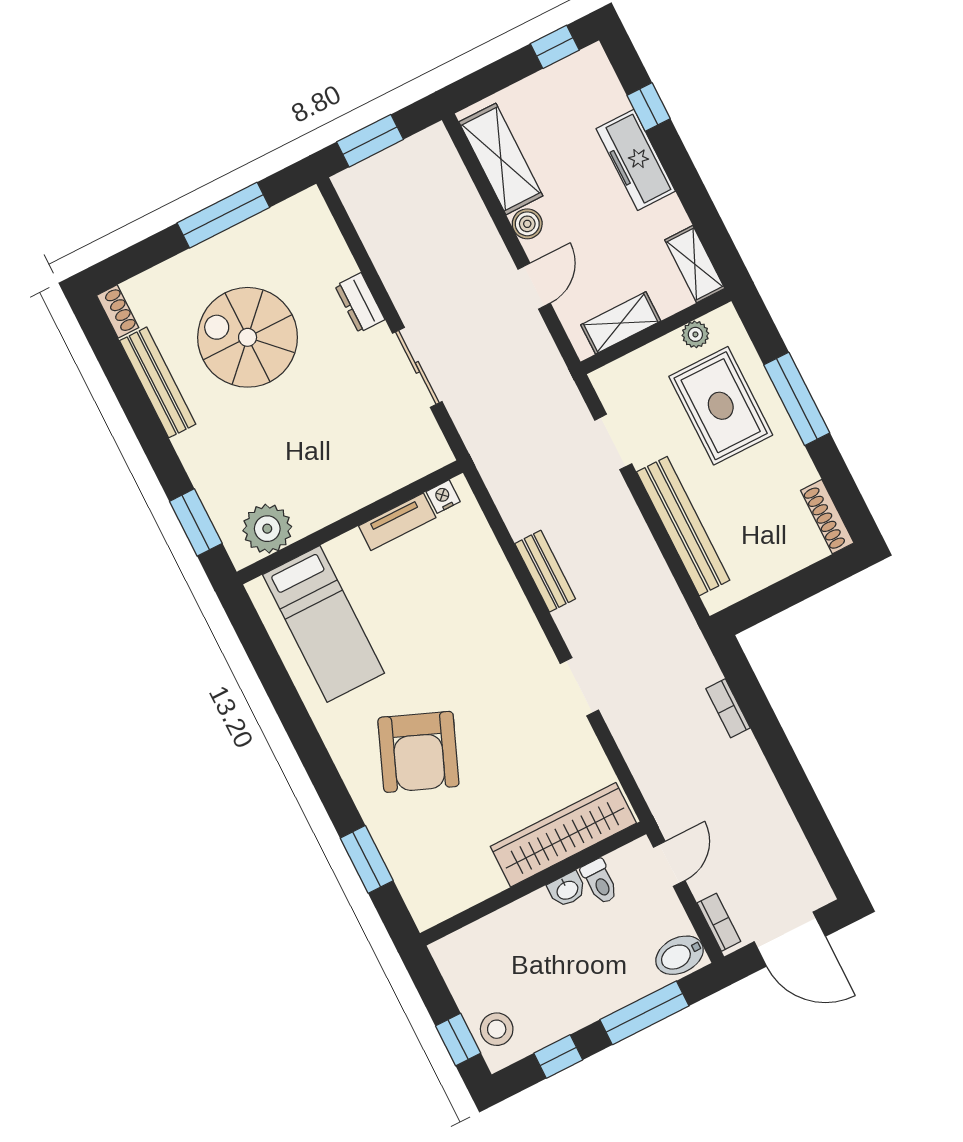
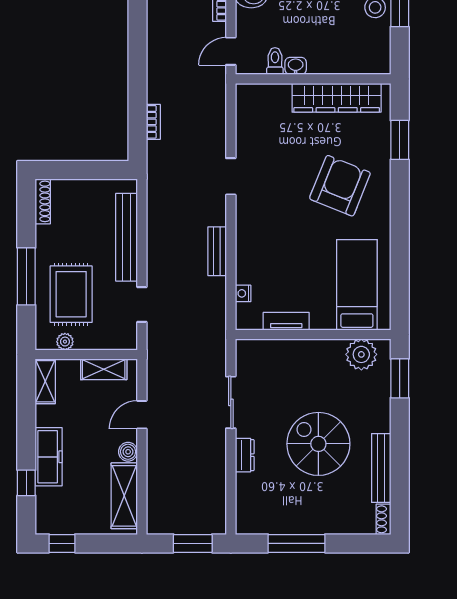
spiral stairs: (248, 337) -> (318, 444), moved, turned 180
nightstand: (443, 497) -> (243, 293), moved, turned 90
wardrobe: (563, 835) -> (337, 98), moved

